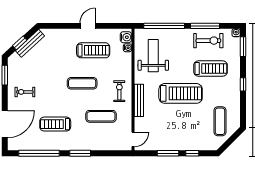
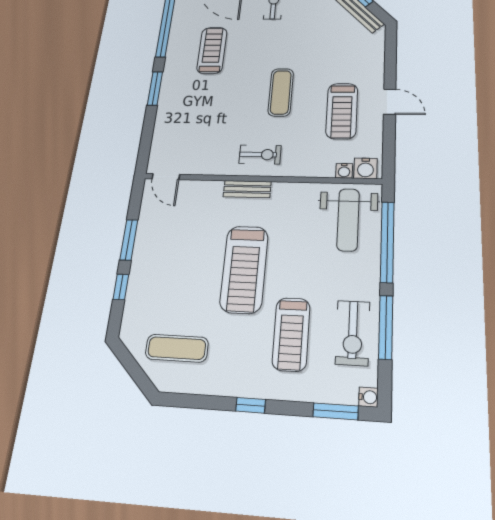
weight bench: (153, 56) -> (348, 220), moved, turned 90
bench: (139, 100) -> (247, 189), width x0.73
exercise mat: (101, 116) -> (216, 123), removed

